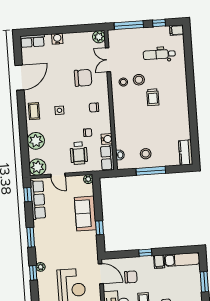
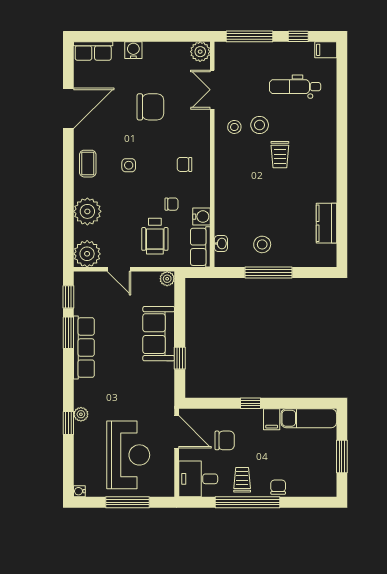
chair: (83, 78) -> (150, 107), moved
kitchen counter: (186, 153) -> (327, 223), moved
row of seats: (38, 200) -> (84, 348), moved
window: (31, 237) -> (68, 333), moved

